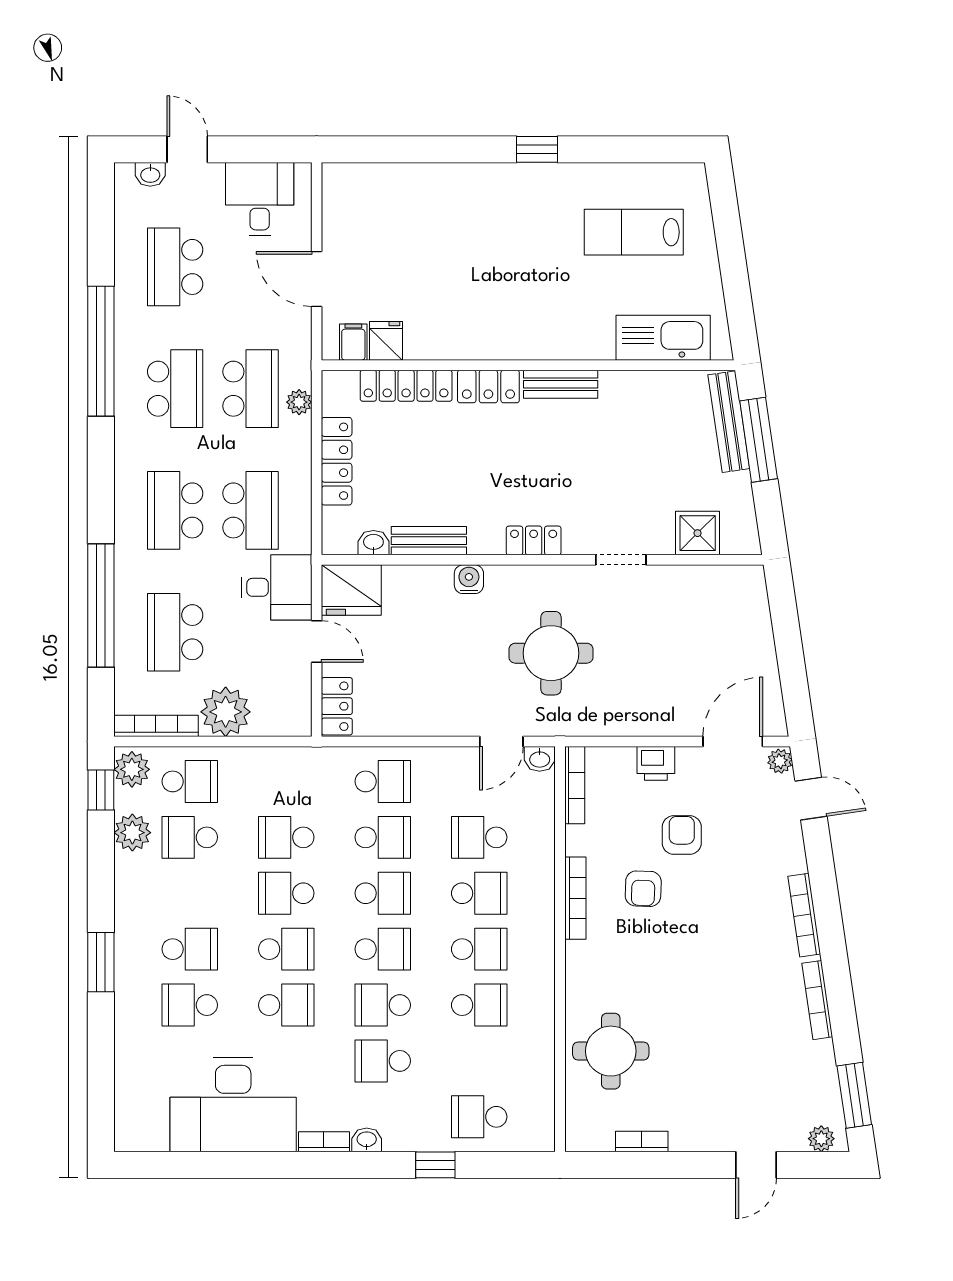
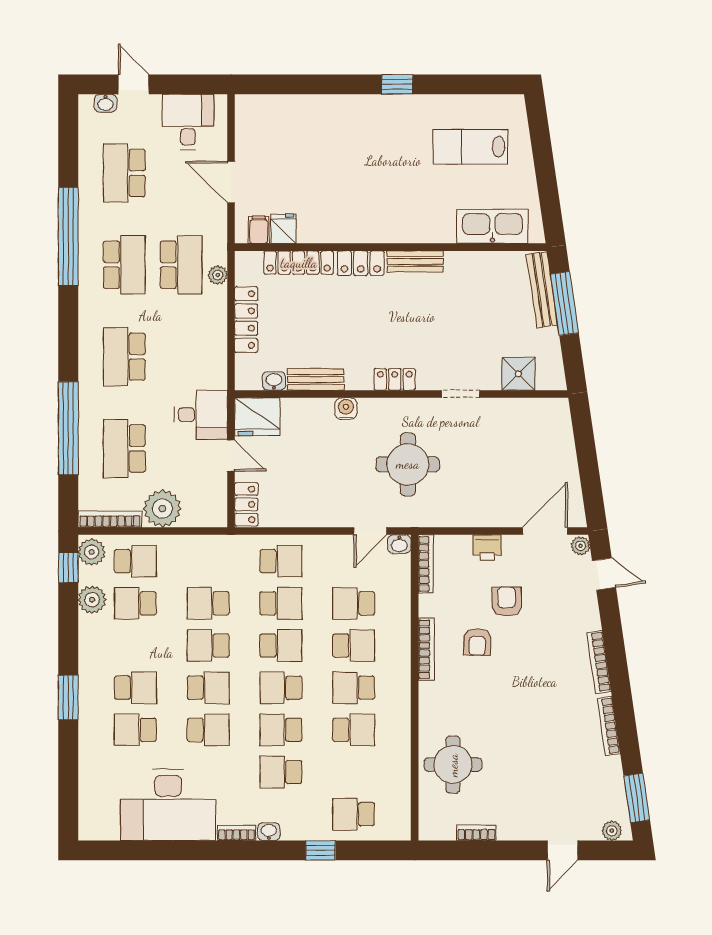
school desk: (250, 510) -> (181, 357), removed
school desk: (383, 949) -> (281, 688), turned 180
school desk: (479, 949) -> (354, 688), turned 180

